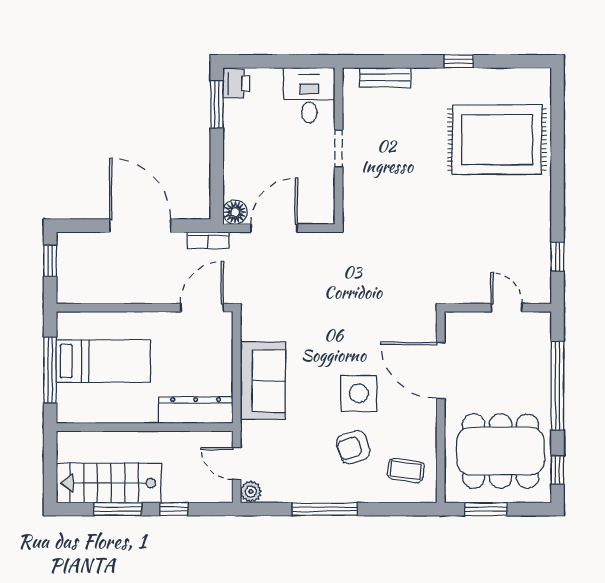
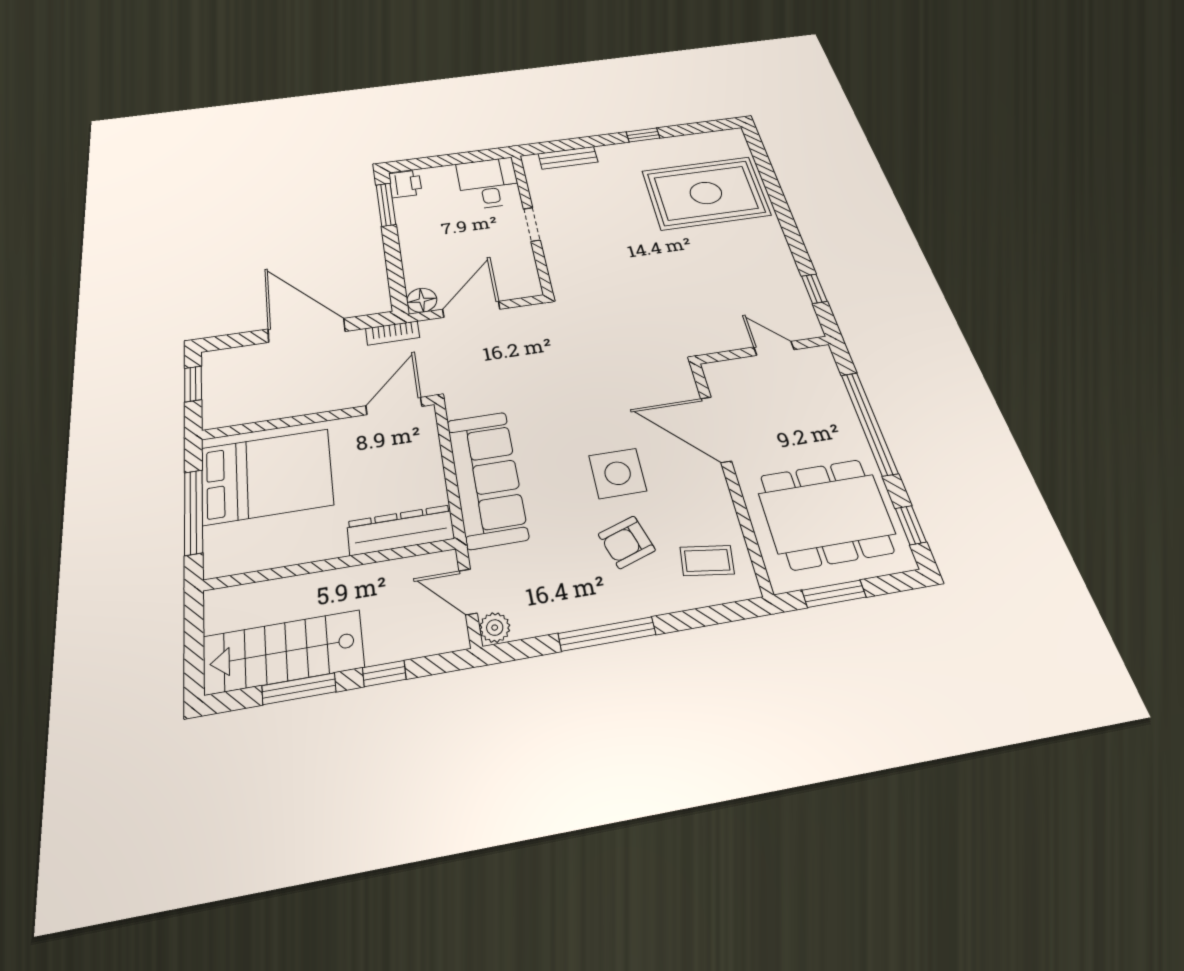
bed: (103, 361) -> (267, 476), width x1.50
sofa: (263, 381) -> (487, 479), width x1.36

